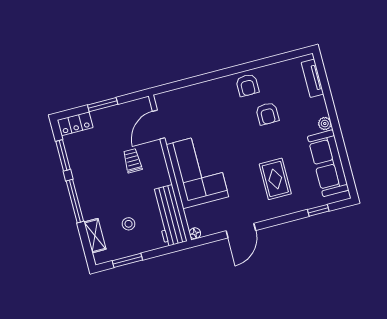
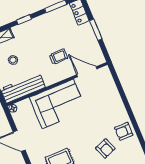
armchair: (267, 114) -> (105, 148), turned -111
window: (75, 201) -> (24, 20), width x0.46

